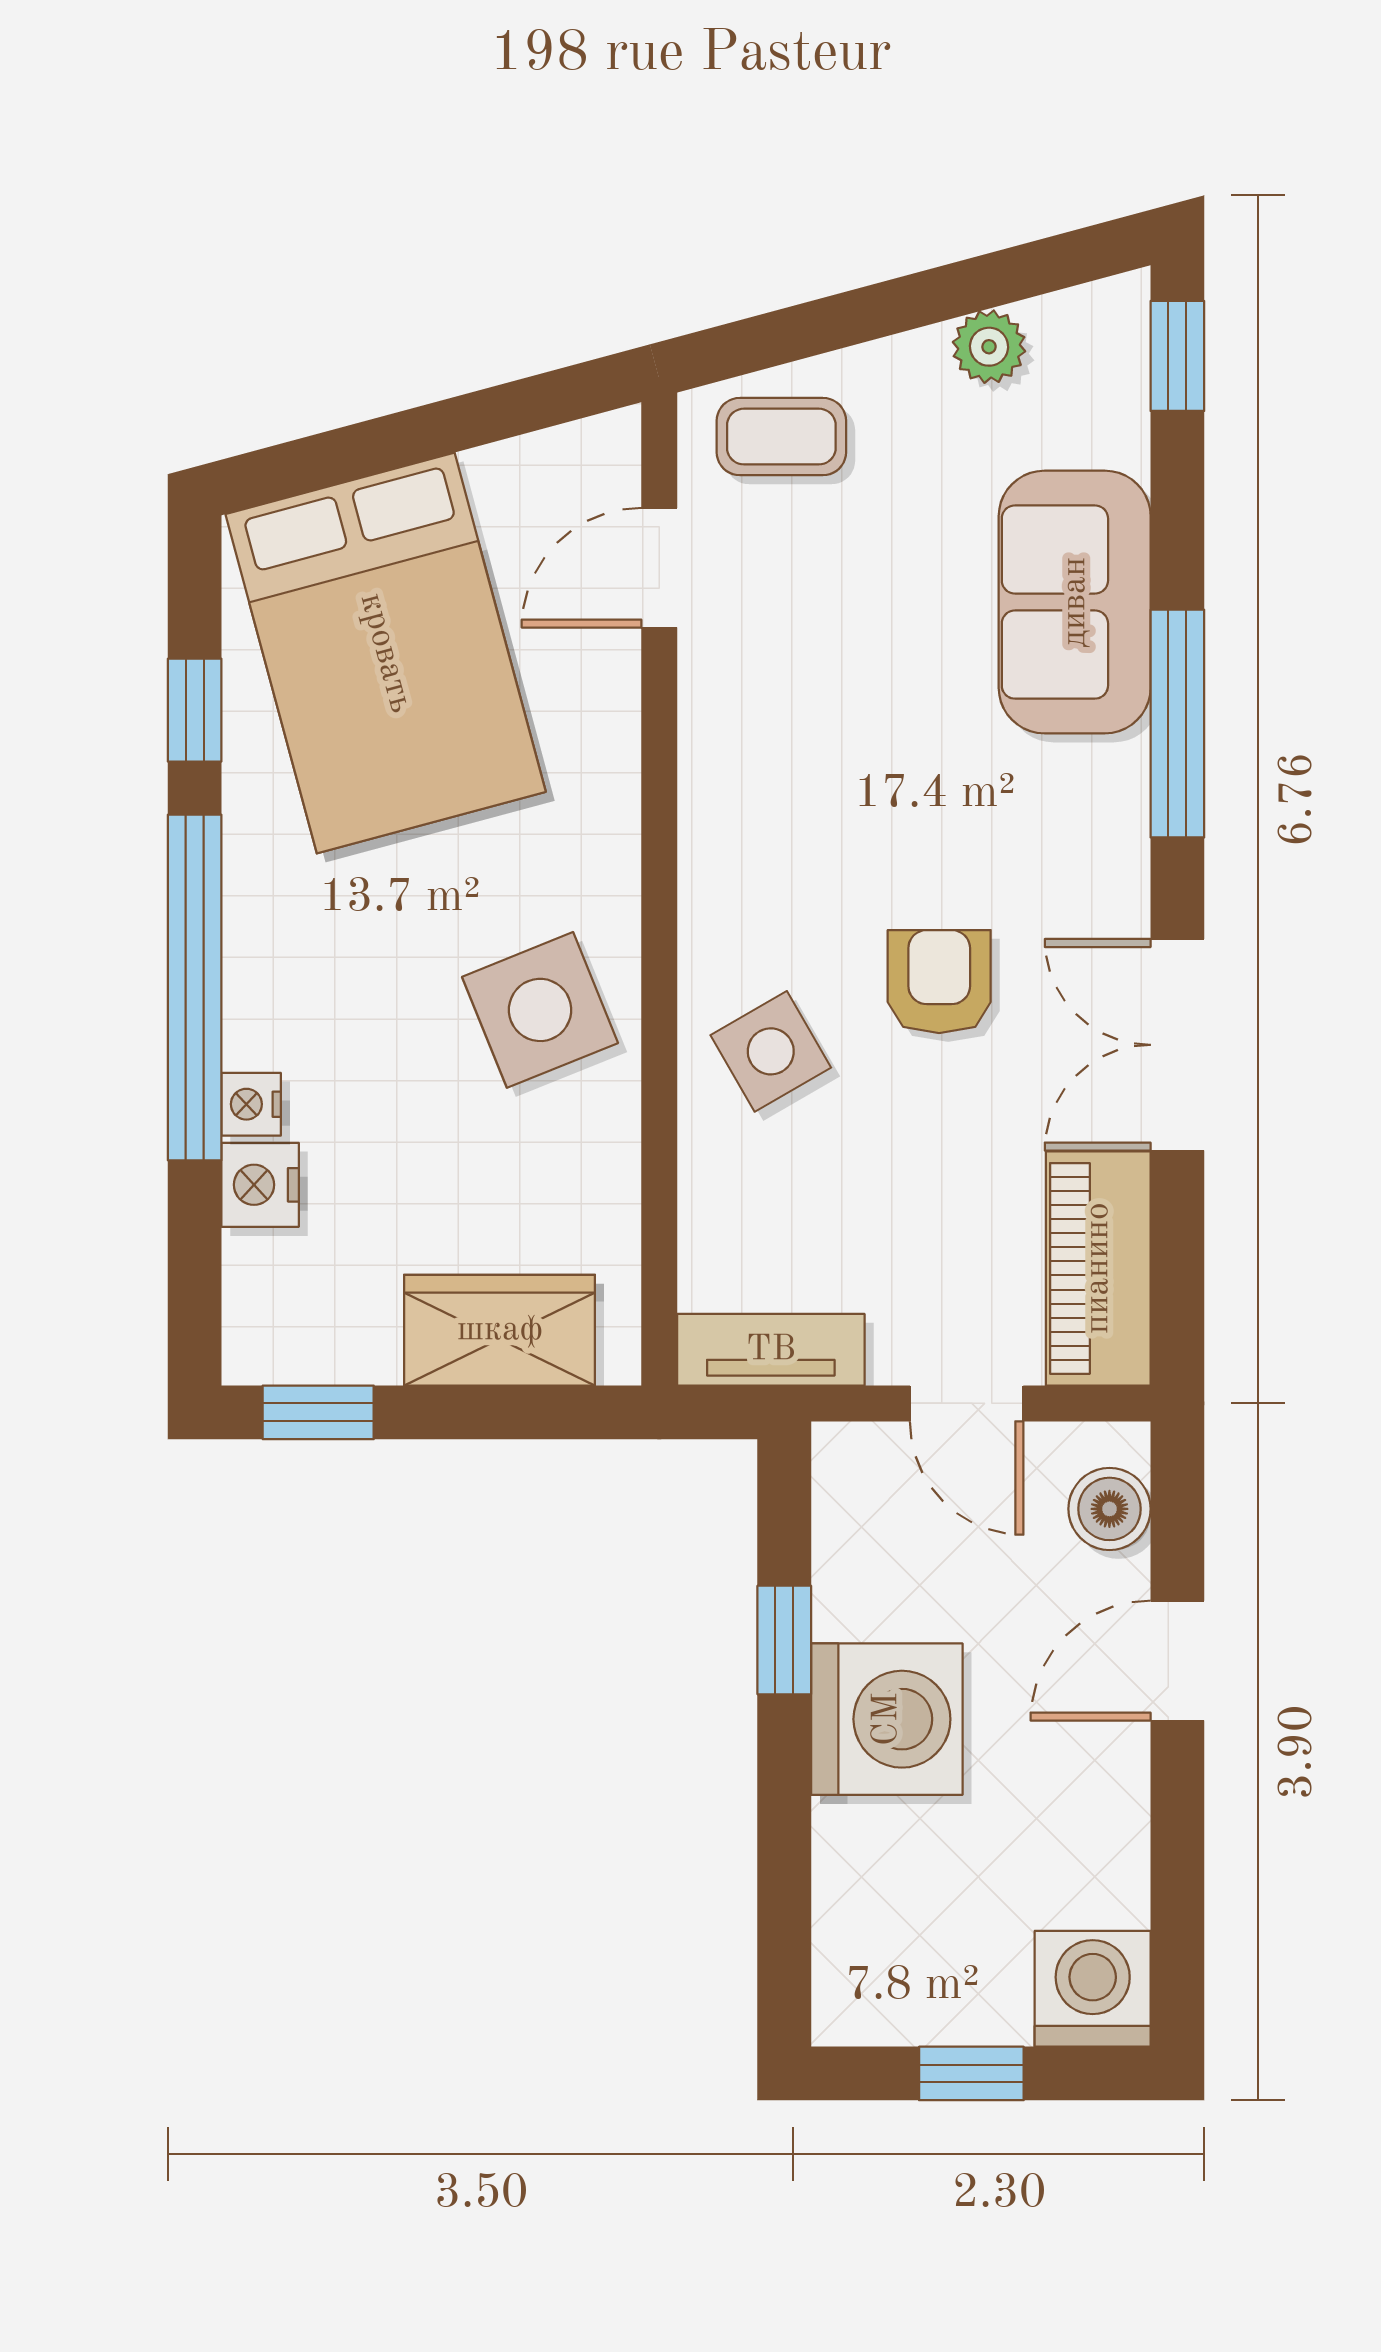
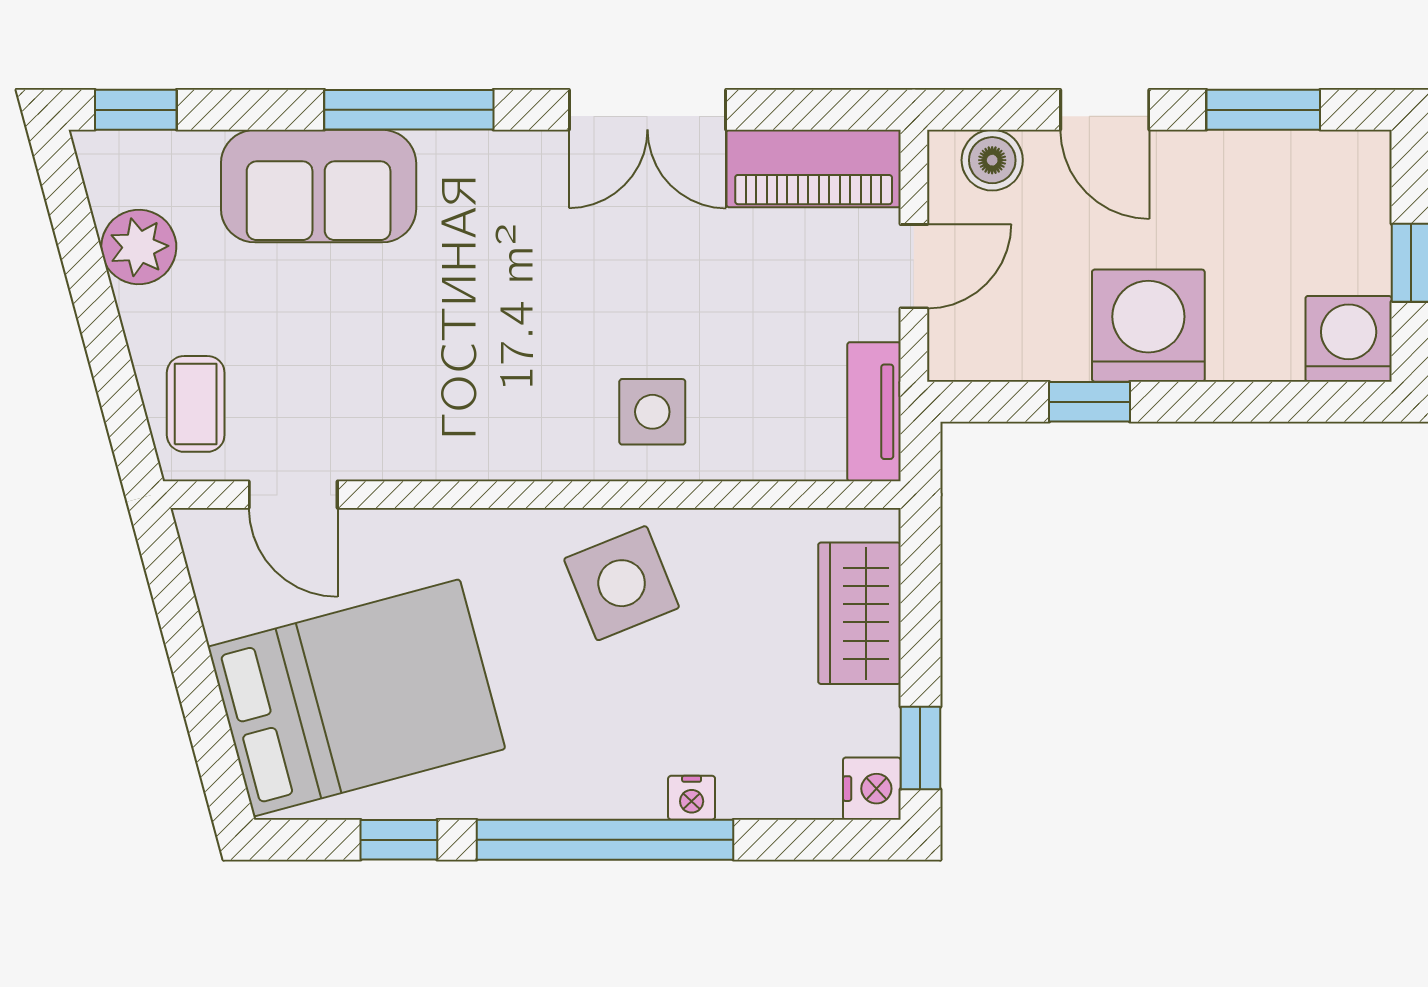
plant: (989, 347) -> (139, 247), width x1.38, depth x1.38
armchair: (939, 982) -> (600, 287), removed
side table: (771, 1051) -> (652, 412), turned 30
nightstand: (260, 1185) -> (872, 789), moved, turned -90
window: (1177, 1874) -> (1263, 110), added
washing machine: (1093, 1989) -> (1349, 339), moved, turned 90

